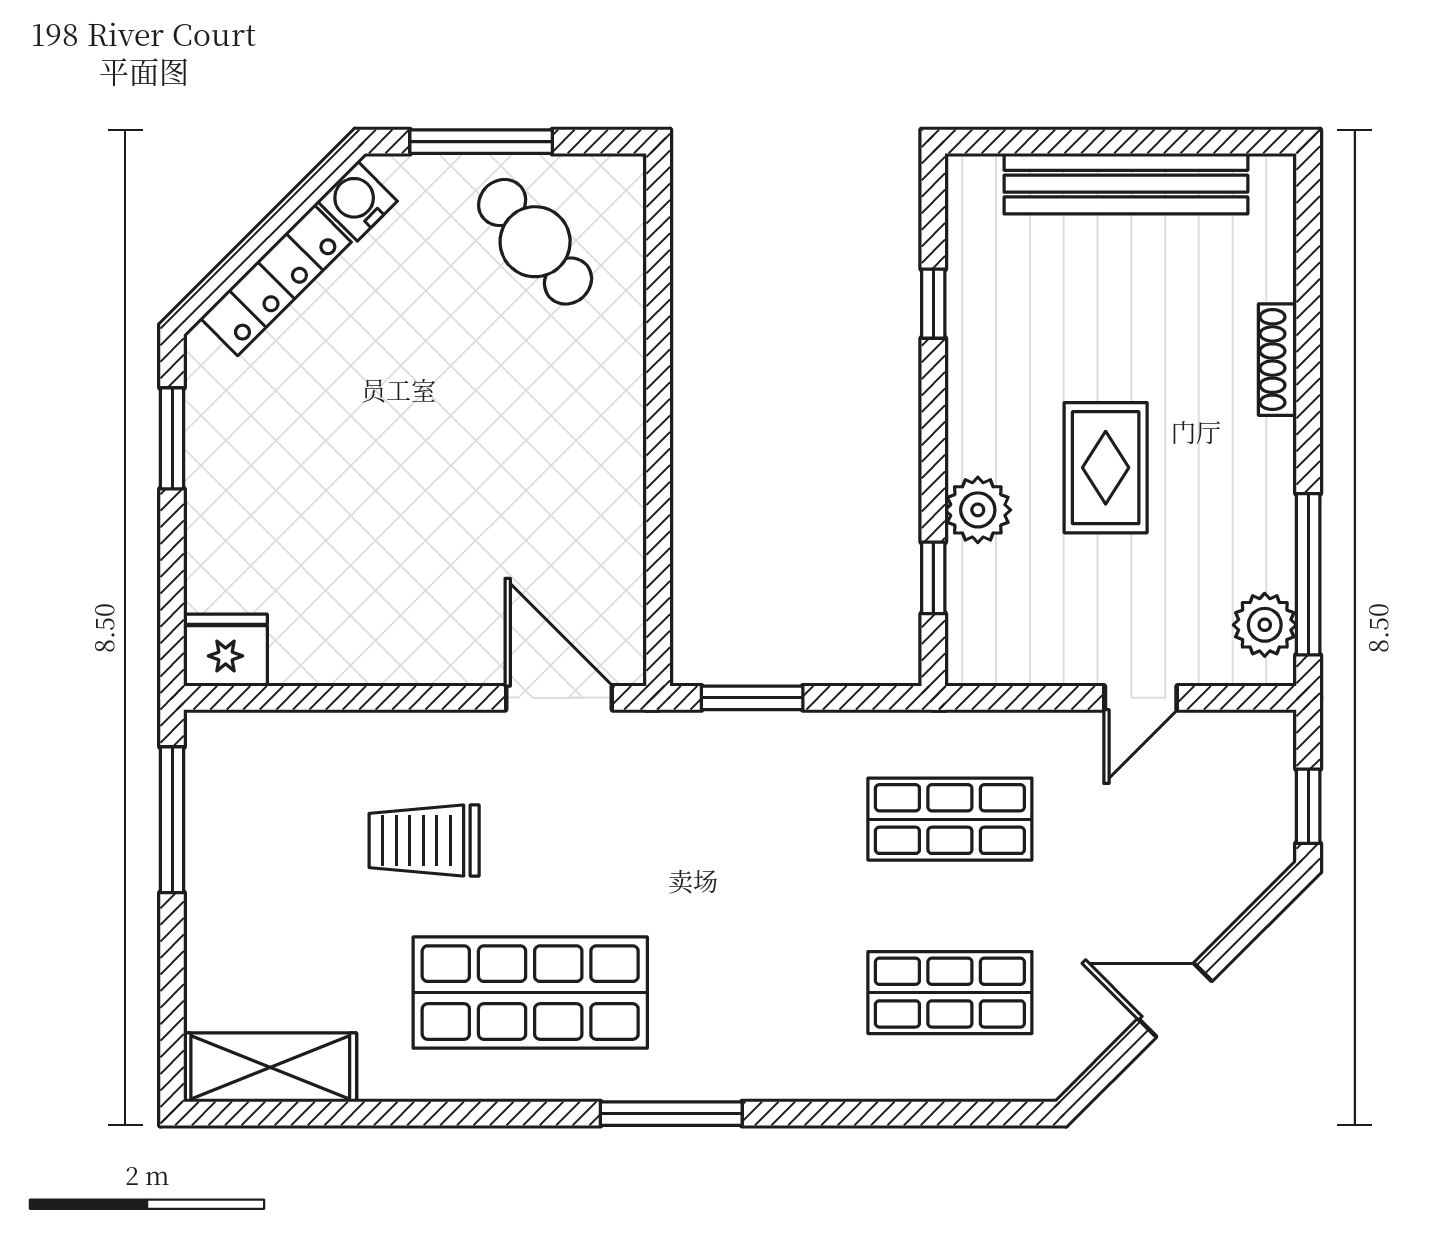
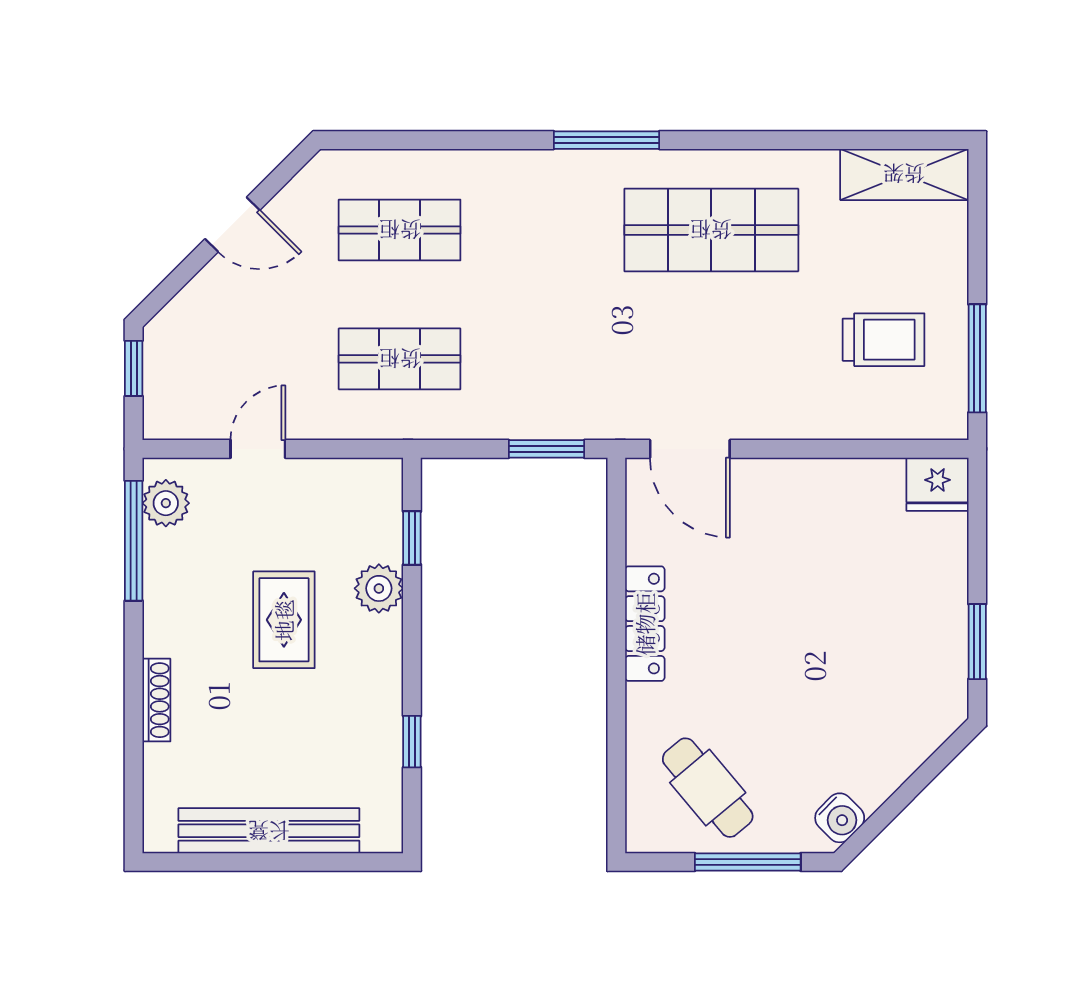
locker: (276, 280) -> (645, 624), moved, turned 135
trolley: (424, 840) -> (884, 340), moved

